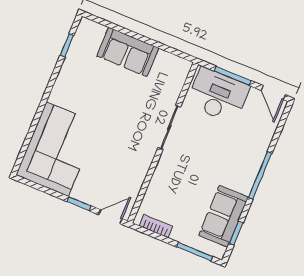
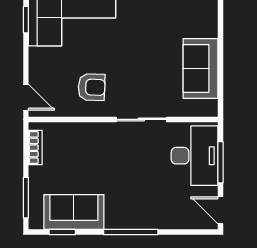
sofa: (128, 52) -> (201, 68), moved
door: (273, 93) -> (220, 210), hinge flipped
armchair: (125, 158) -> (92, 87), added
window: (79, 204) -> (26, 20), moved

